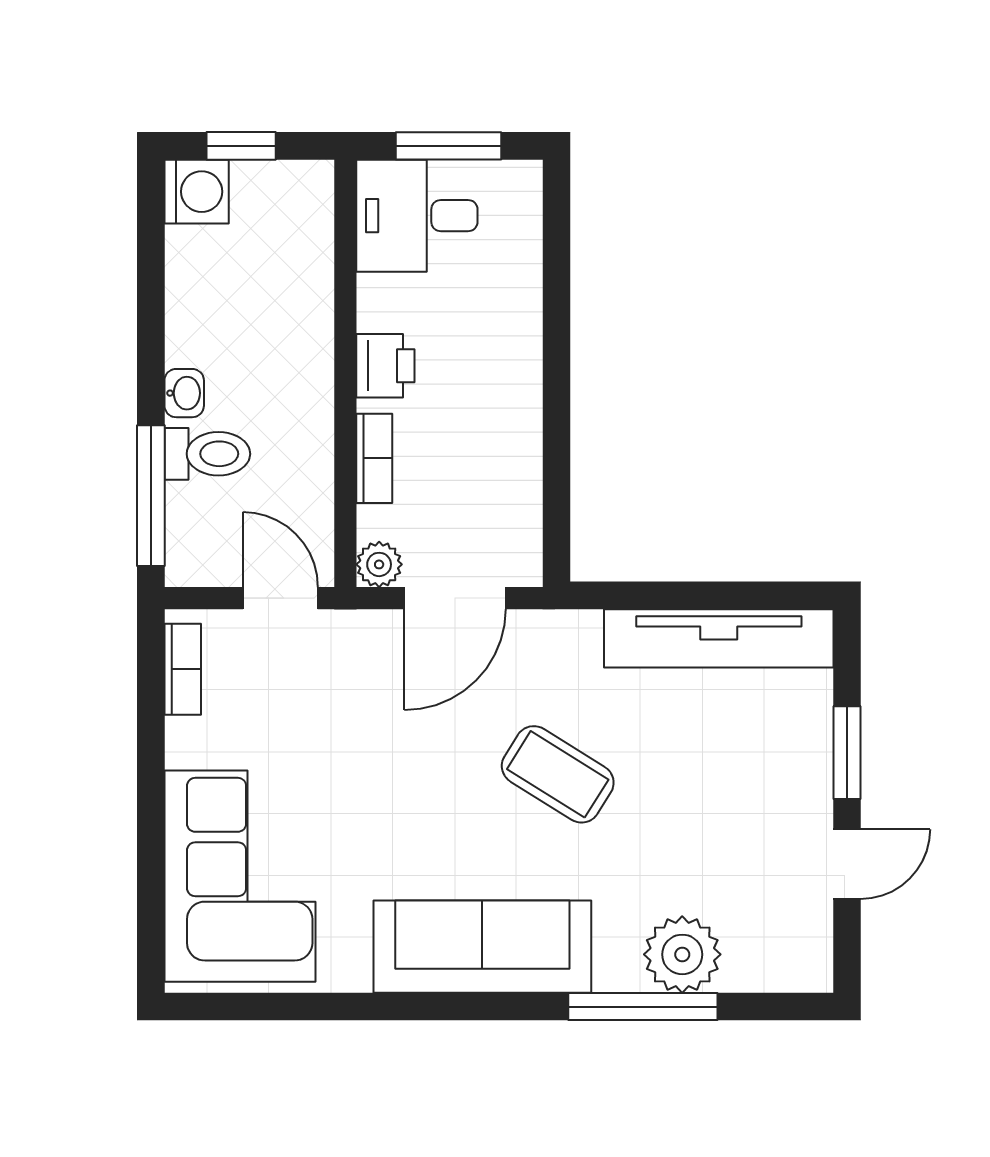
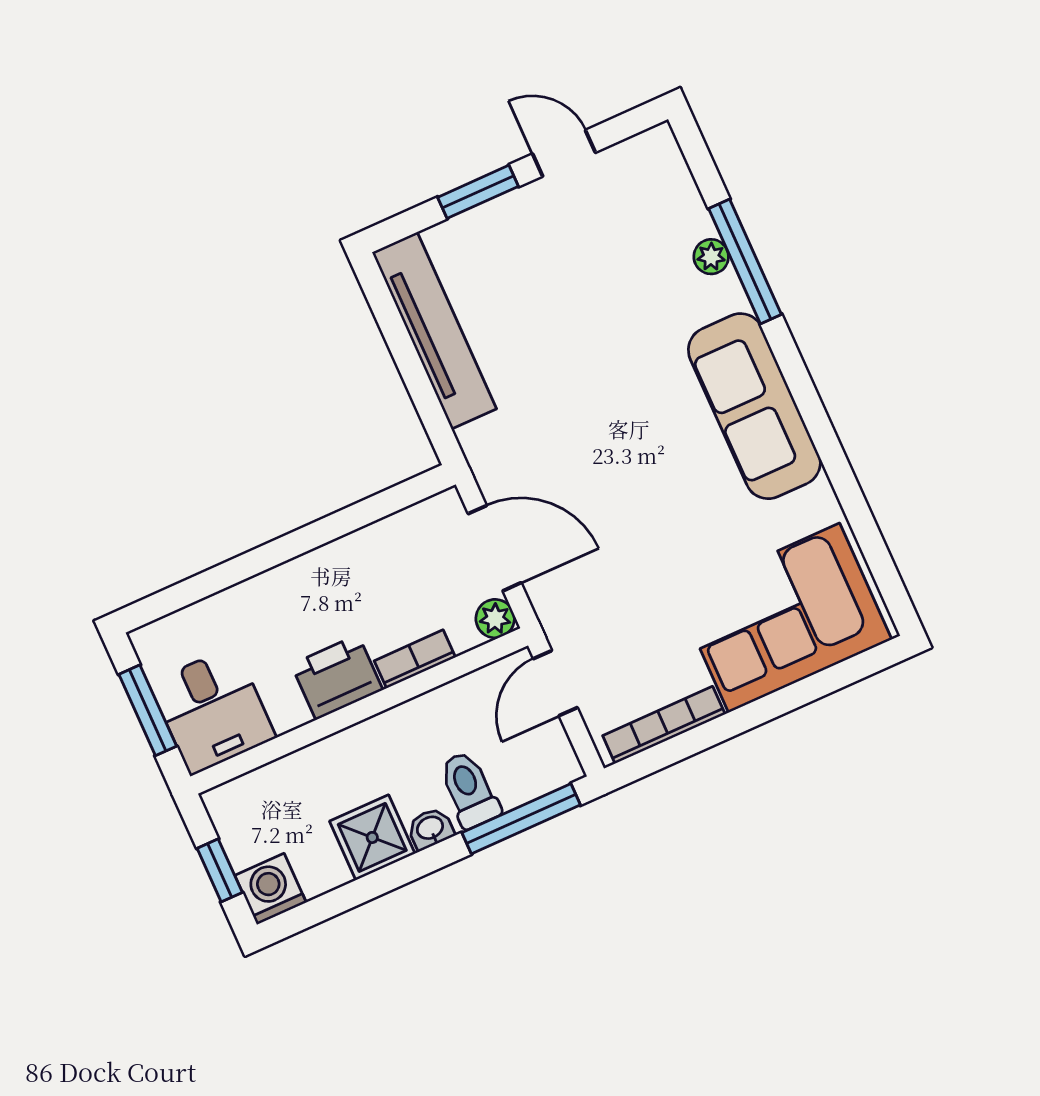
shower: (203, 326) -> (372, 837), added
printer: (385, 366) -> (337, 677), width x1.36, depth x1.24
bookcase: (183, 669) -> (664, 725), width x1.56
coffee table: (558, 774) -> (595, 408), removed
plant: (682, 954) -> (711, 257), width x0.53, depth x0.53

